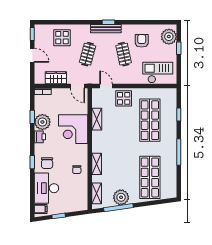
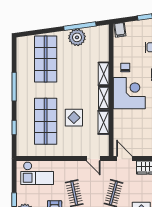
display table: (124, 98) -> (74, 118), moved
corner desk: (73, 129) -> (129, 93), moved
shelving: (97, 193) -> (104, 98), moved
filing cabinet: (82, 204) -> (120, 30), added

